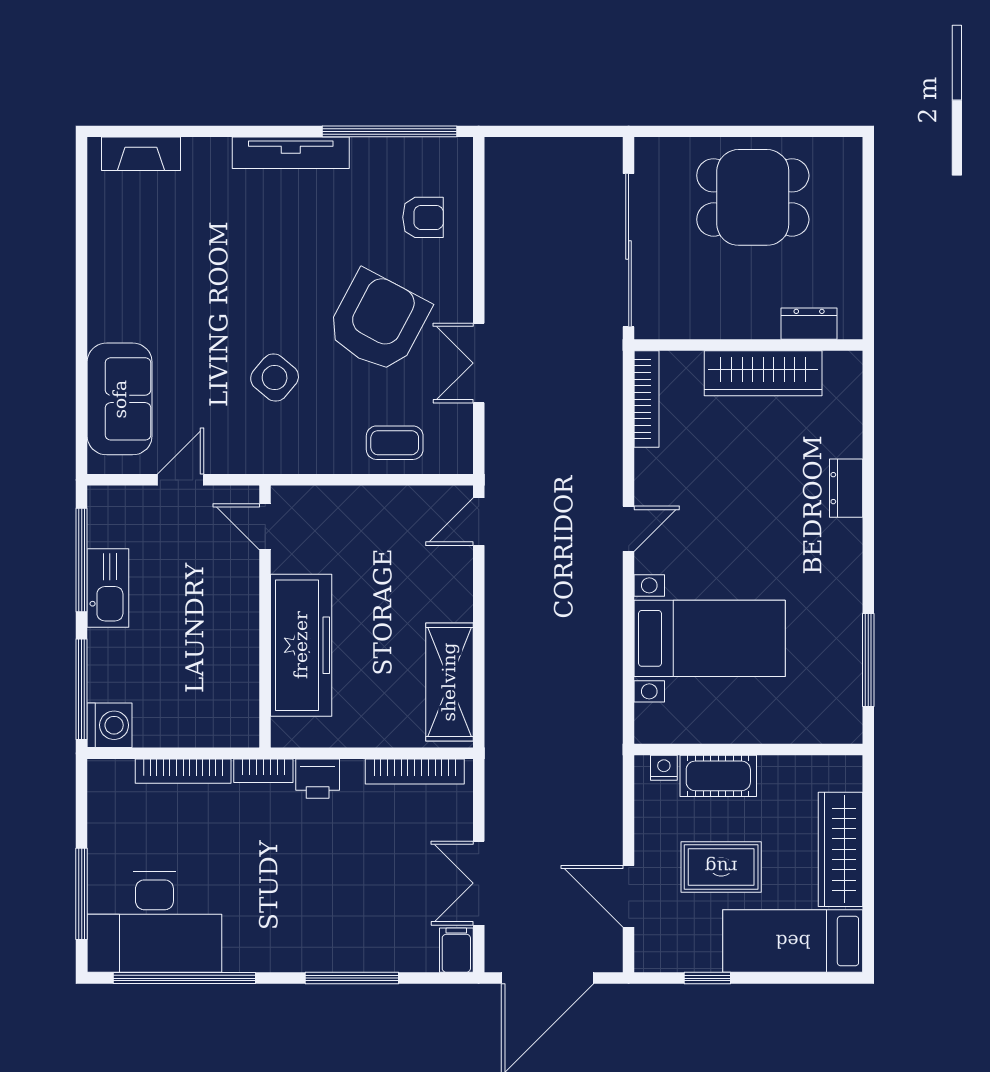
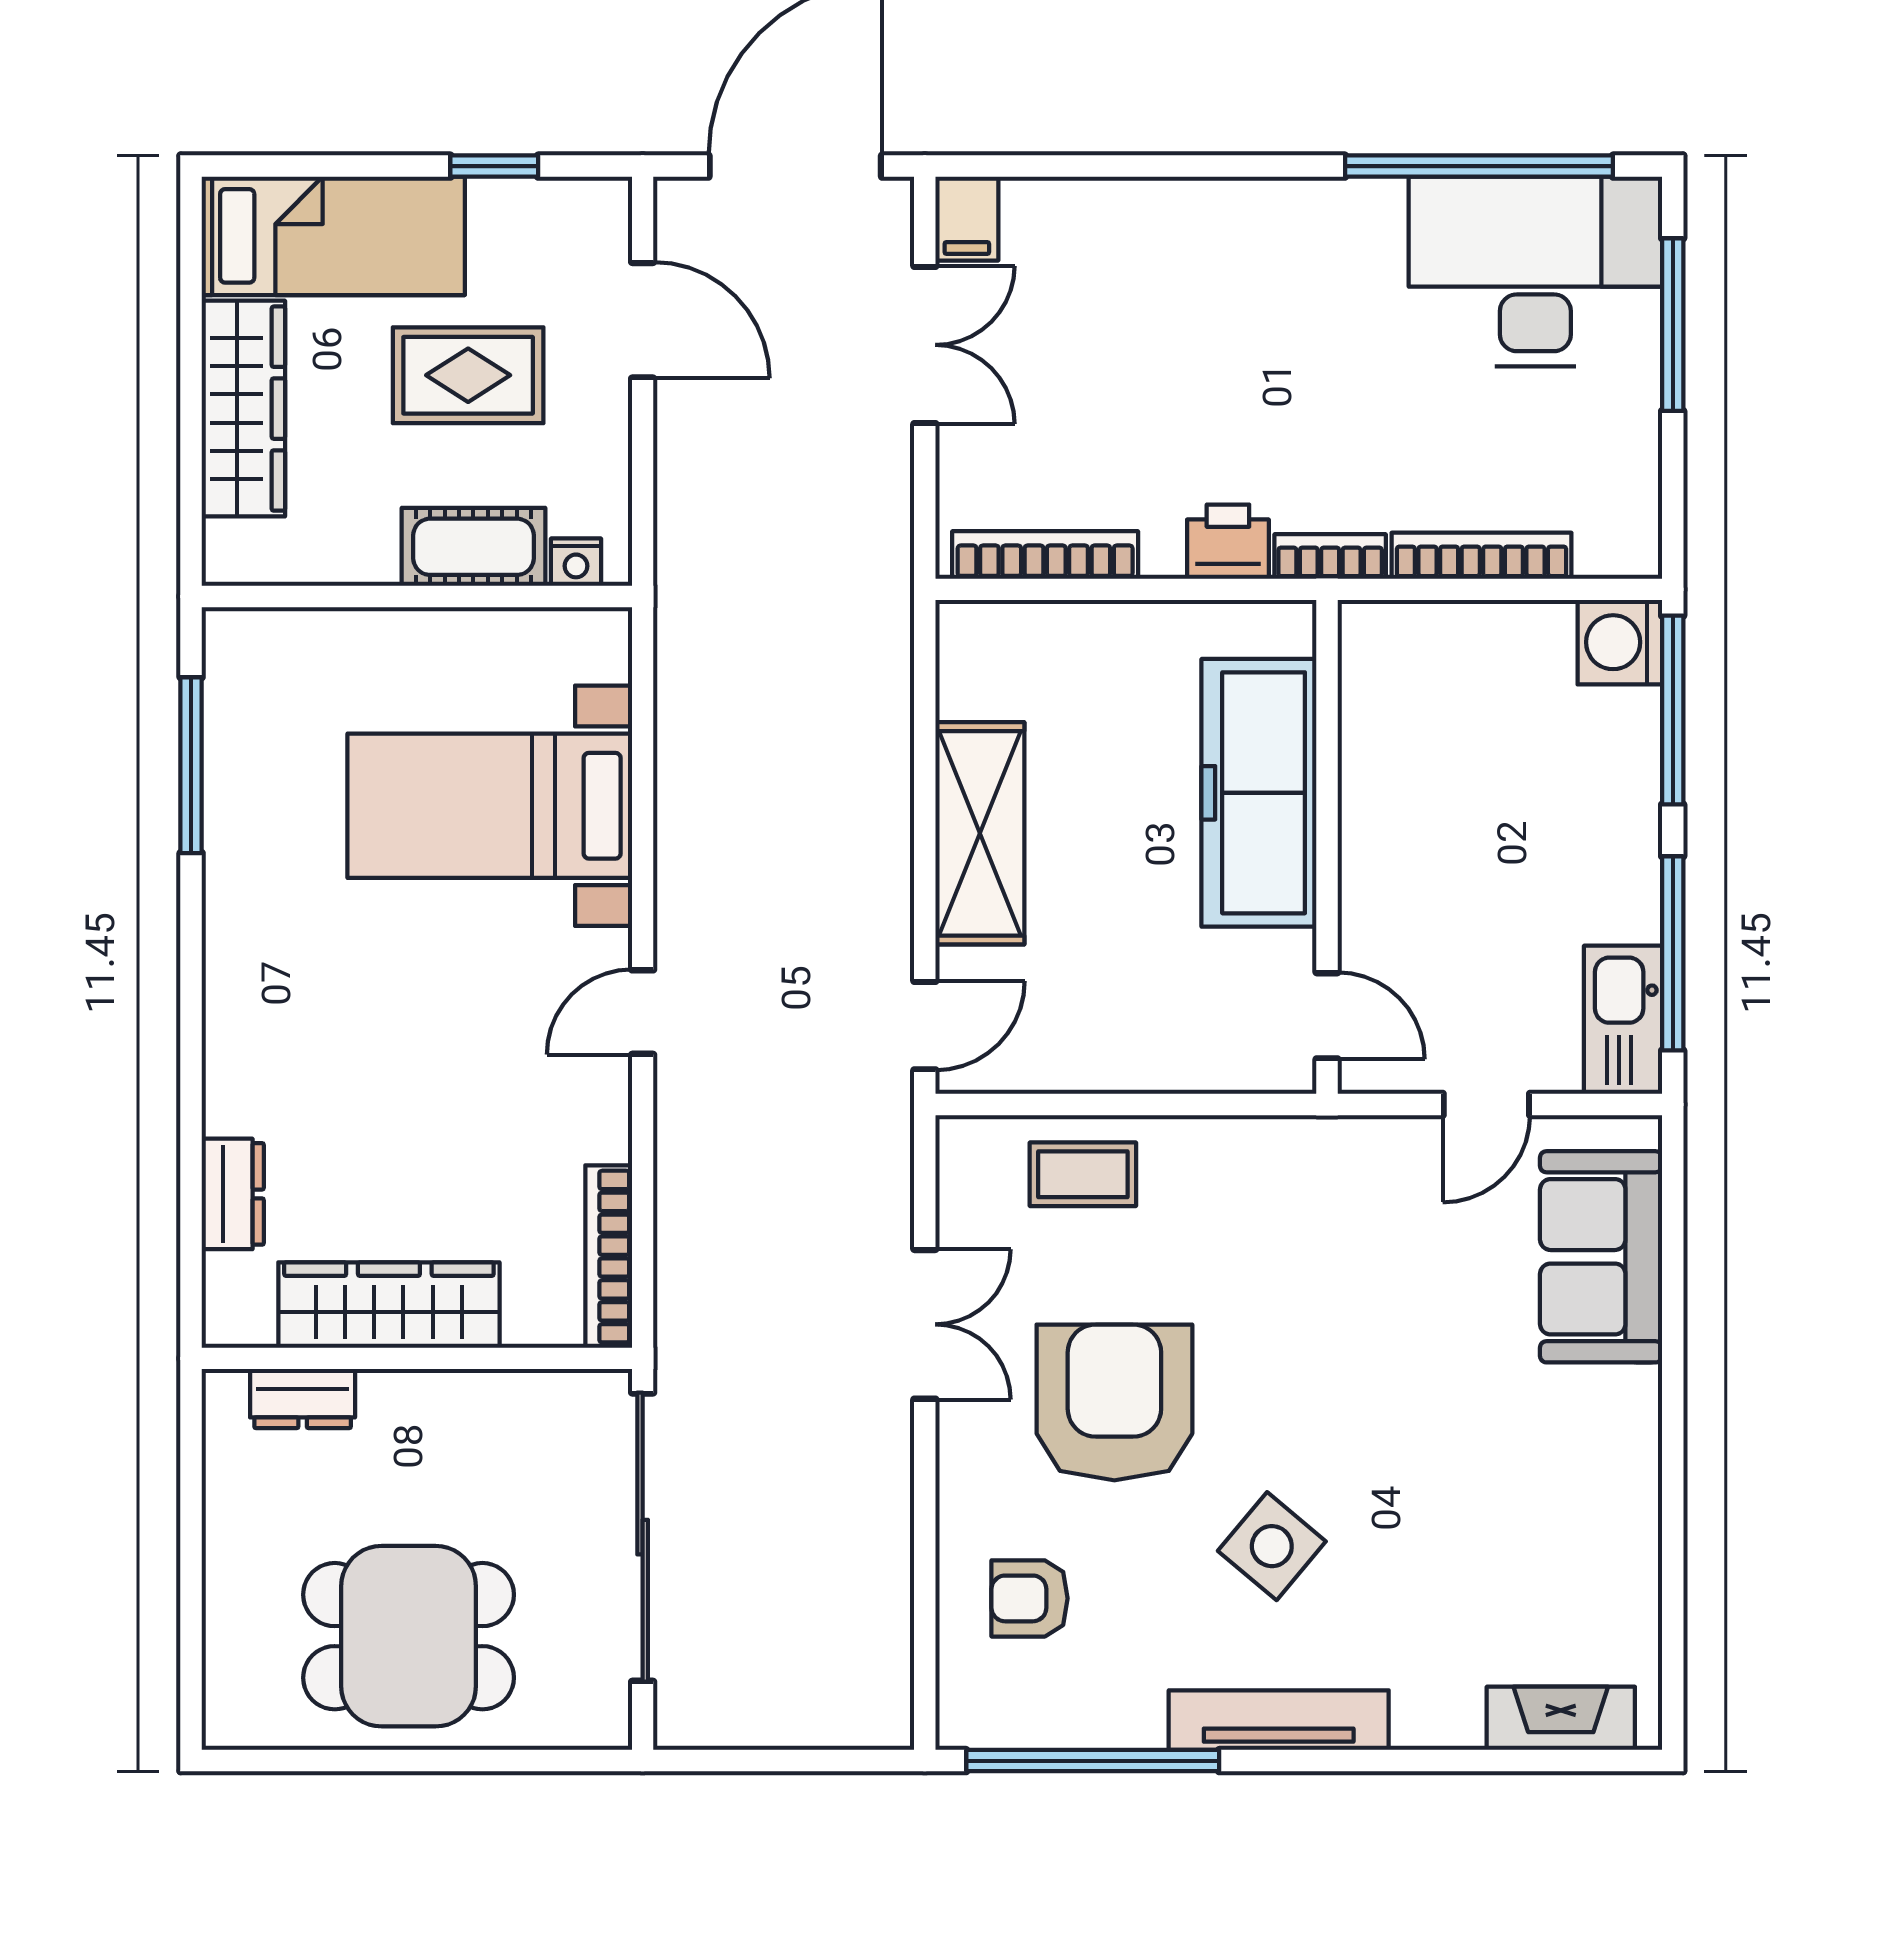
armchair: (378, 322) -> (1114, 1402), turned 152
side table: (275, 378) -> (1272, 1546), moved
dresser: (846, 488) -> (233, 1194), moved
kitchen sink: (108, 588) -> (1623, 1020), moved
shelving: (449, 682) -> (980, 833), moved
window: (352, 978) -> (1164, 166), removed

